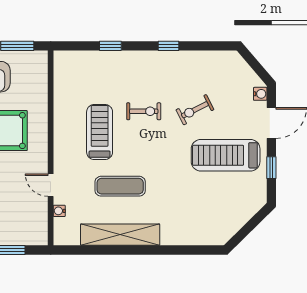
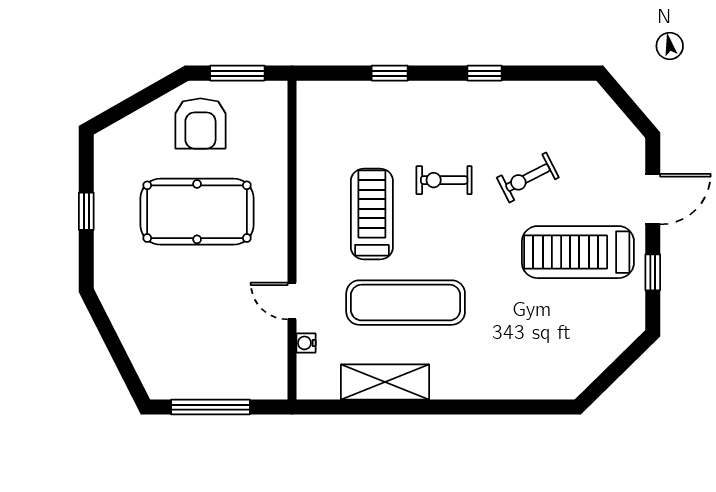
water cooler: (260, 94) -> (635, 152), removed
exercise bike: (144, 111) -> (444, 180), turned 180
exercise mat: (120, 186) -> (406, 303), width x1.36, depth x1.45
shelving: (120, 235) -> (385, 382), width x0.68

